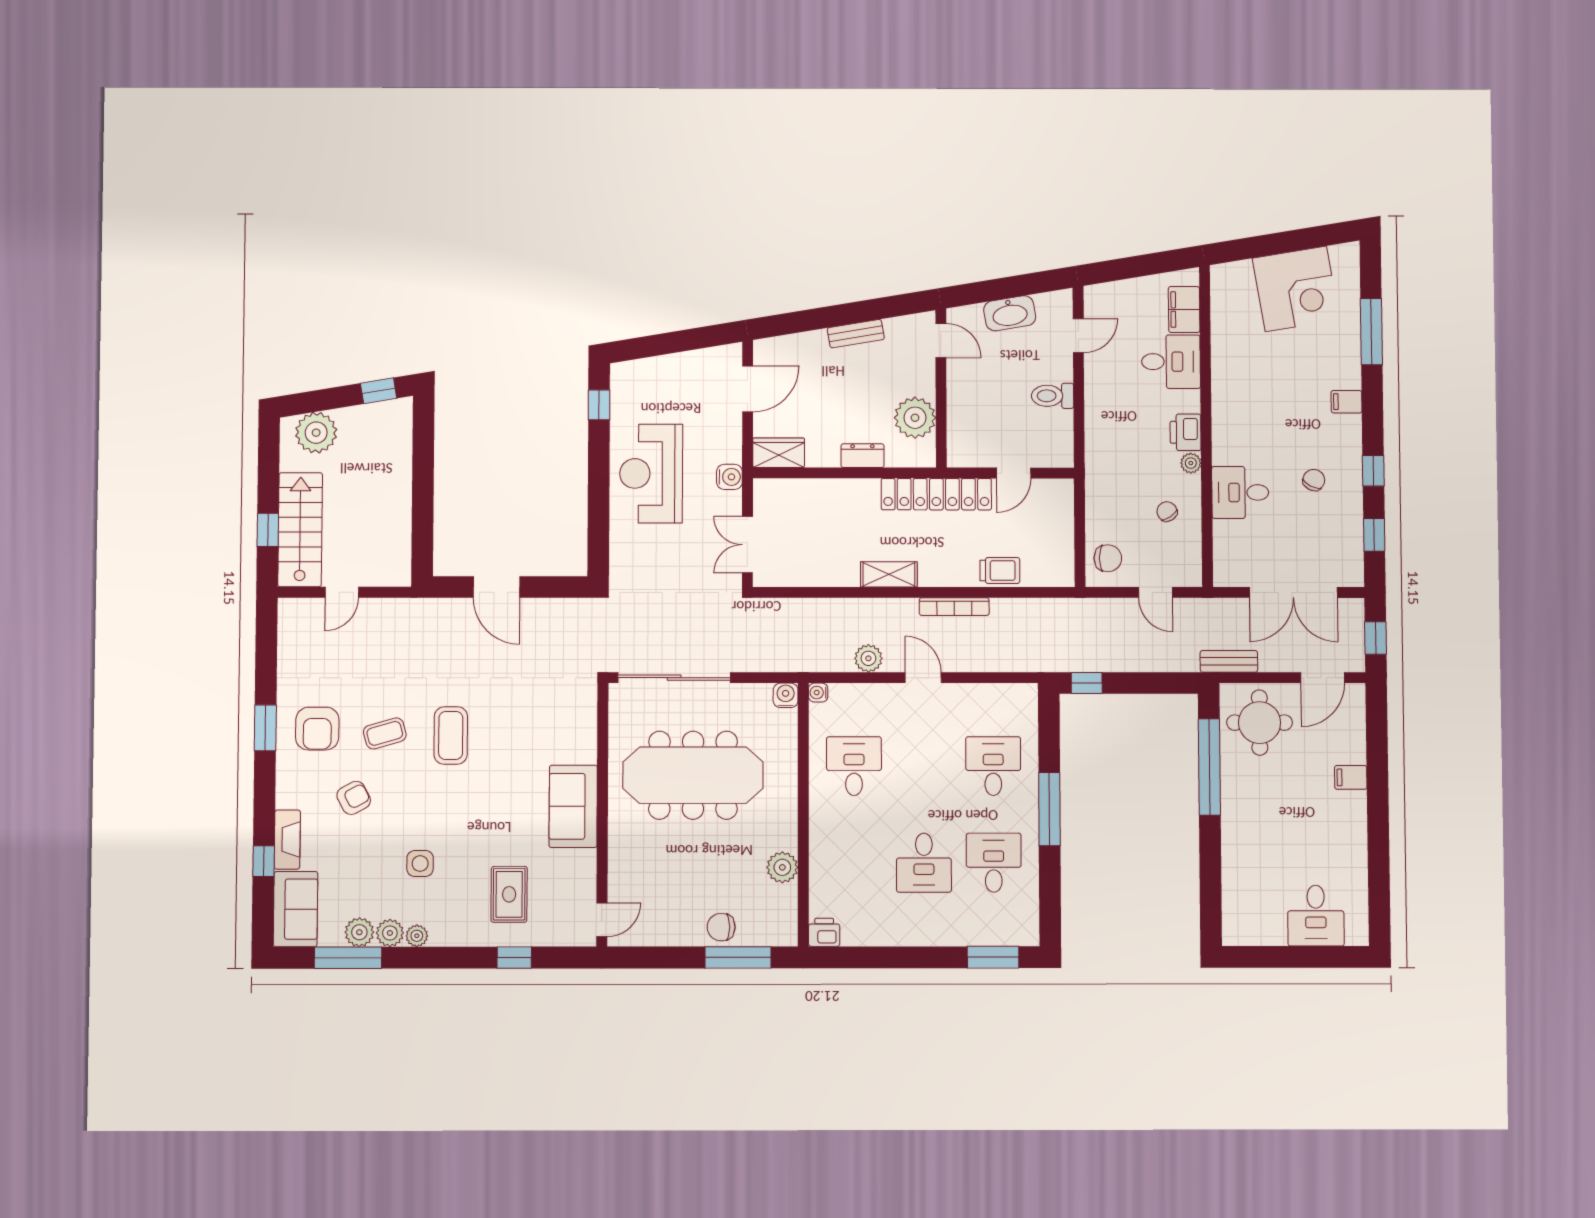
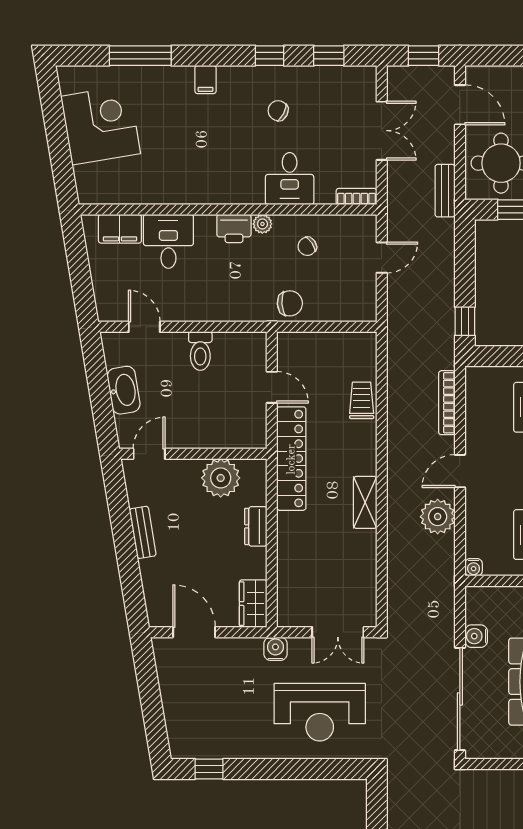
reception desk: (651, 473) -> (320, 712), moved
chair: (1108, 558) -> (290, 303), moved, turned 86
bookcase: (1222, 565) -> (357, 197), added
double door: (1293, 592) -> (382, 131), width x0.73
bookcase: (954, 607) -> (447, 403), moved, turned 180
plant: (868, 658) -> (438, 517), width x1.36, depth x1.36
water cooler: (786, 695) -> (476, 636), moved

